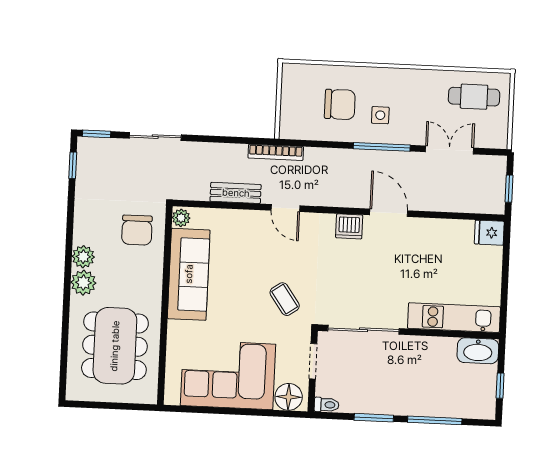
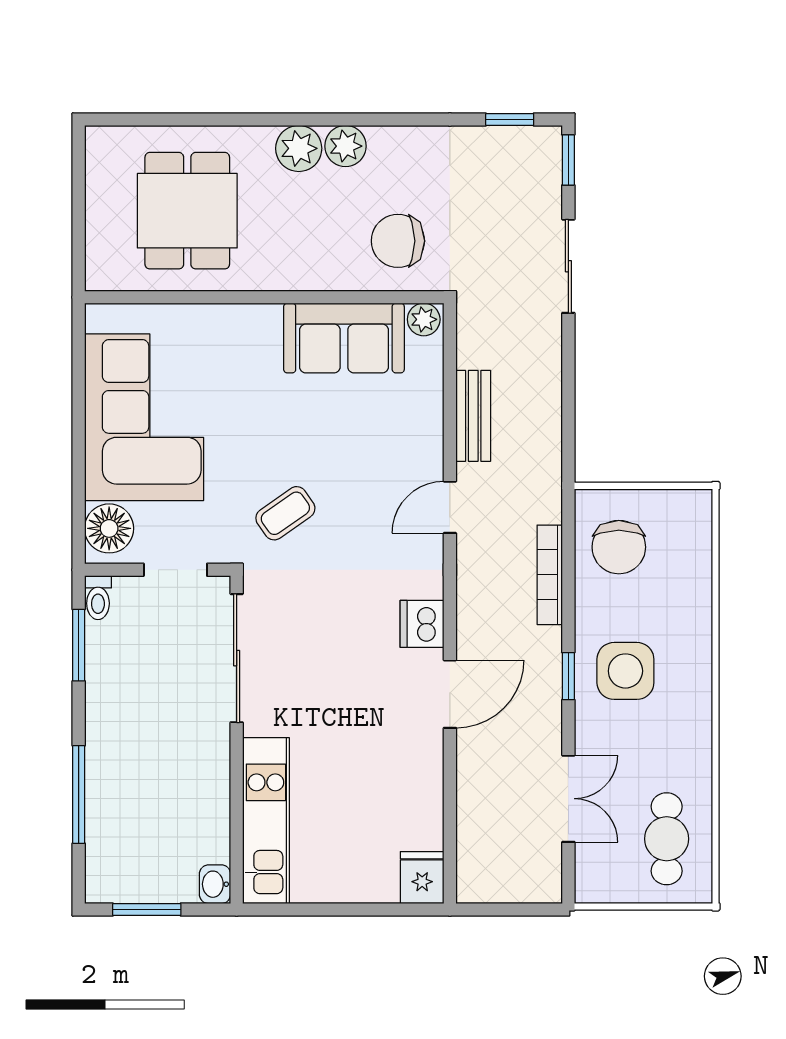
chair: (340, 104) -> (619, 547), moved
side table: (380, 115) -> (625, 671), width x1.87, depth x1.87
window: (382, 147) -> (568, 676), width x0.46
bookcase: (276, 152) -> (550, 575), moved
window: (509, 189) -> (503, 909), removed
sofa: (189, 274) -> (344, 338), width x0.73
dining table: (115, 346) -> (187, 211), width x0.73
washbasin: (478, 351) -> (215, 884), width x0.52, depth x0.69
window: (500, 386) -> (147, 909), width x1.50
window: (374, 418) -> (79, 645), moved

